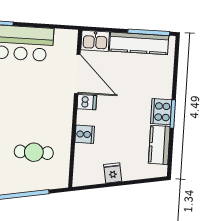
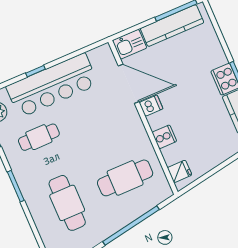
cafe table: (34, 152) -> (125, 178), width x1.37, depth x1.35
fridge: (113, 173) -> (180, 171), moved, turned 100

